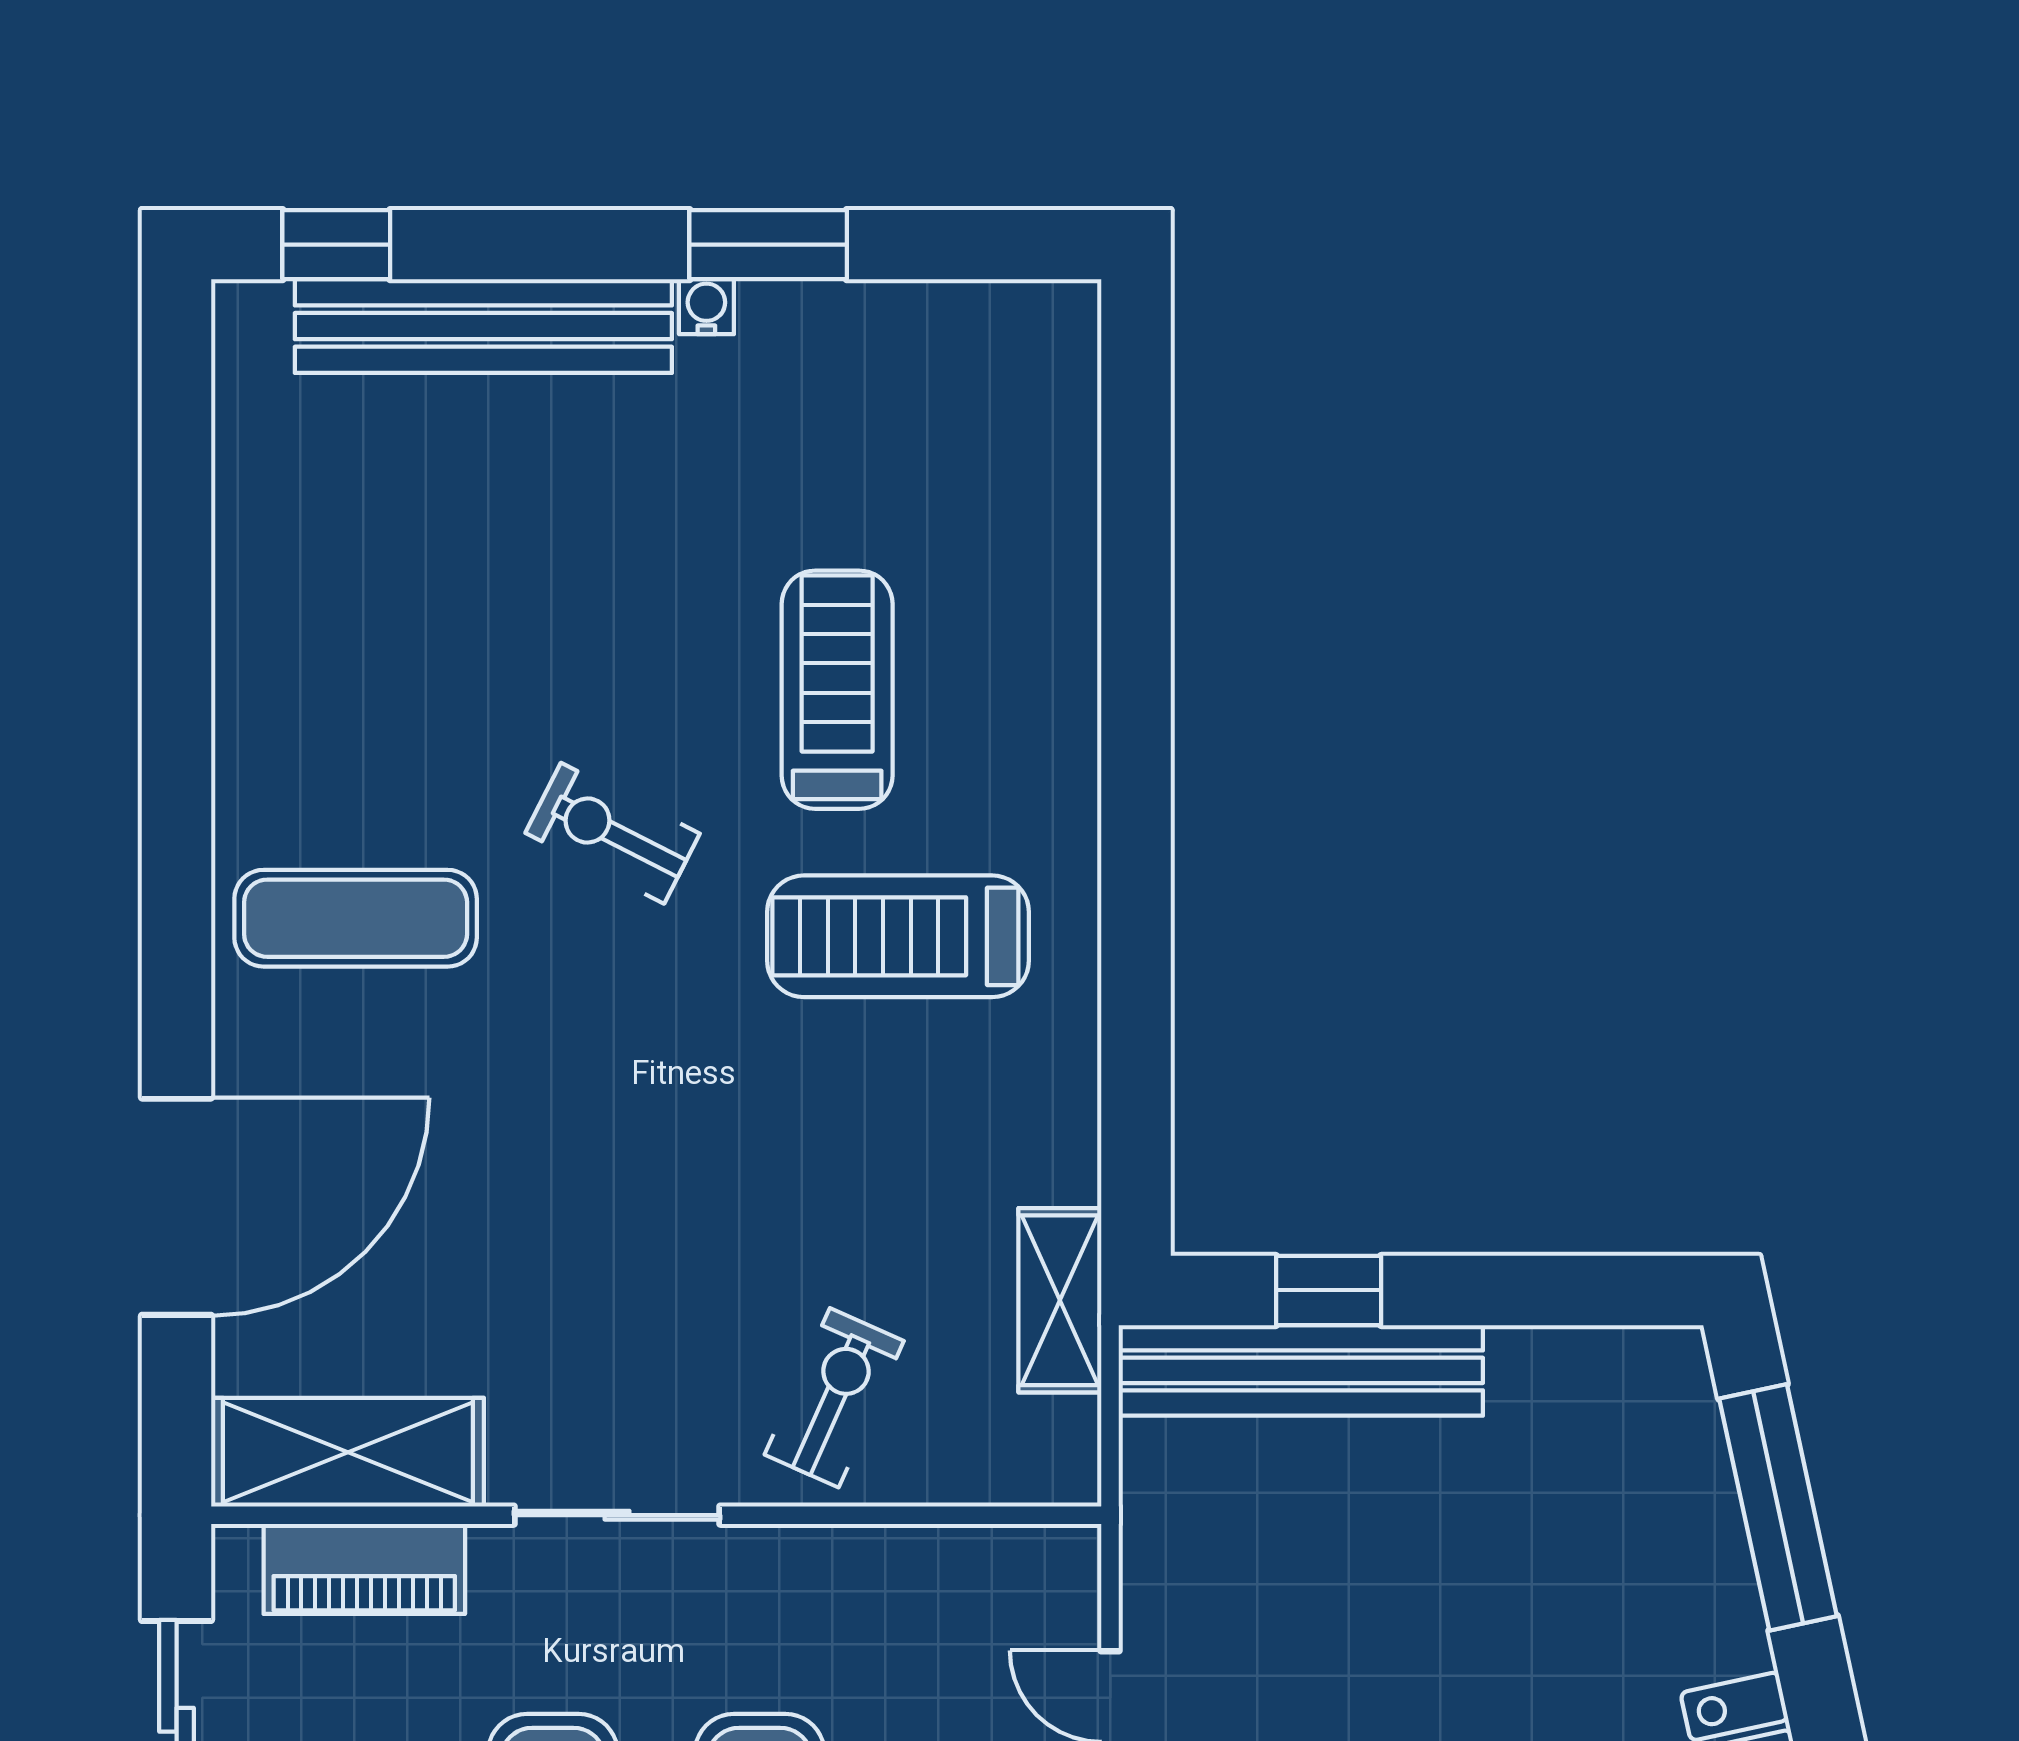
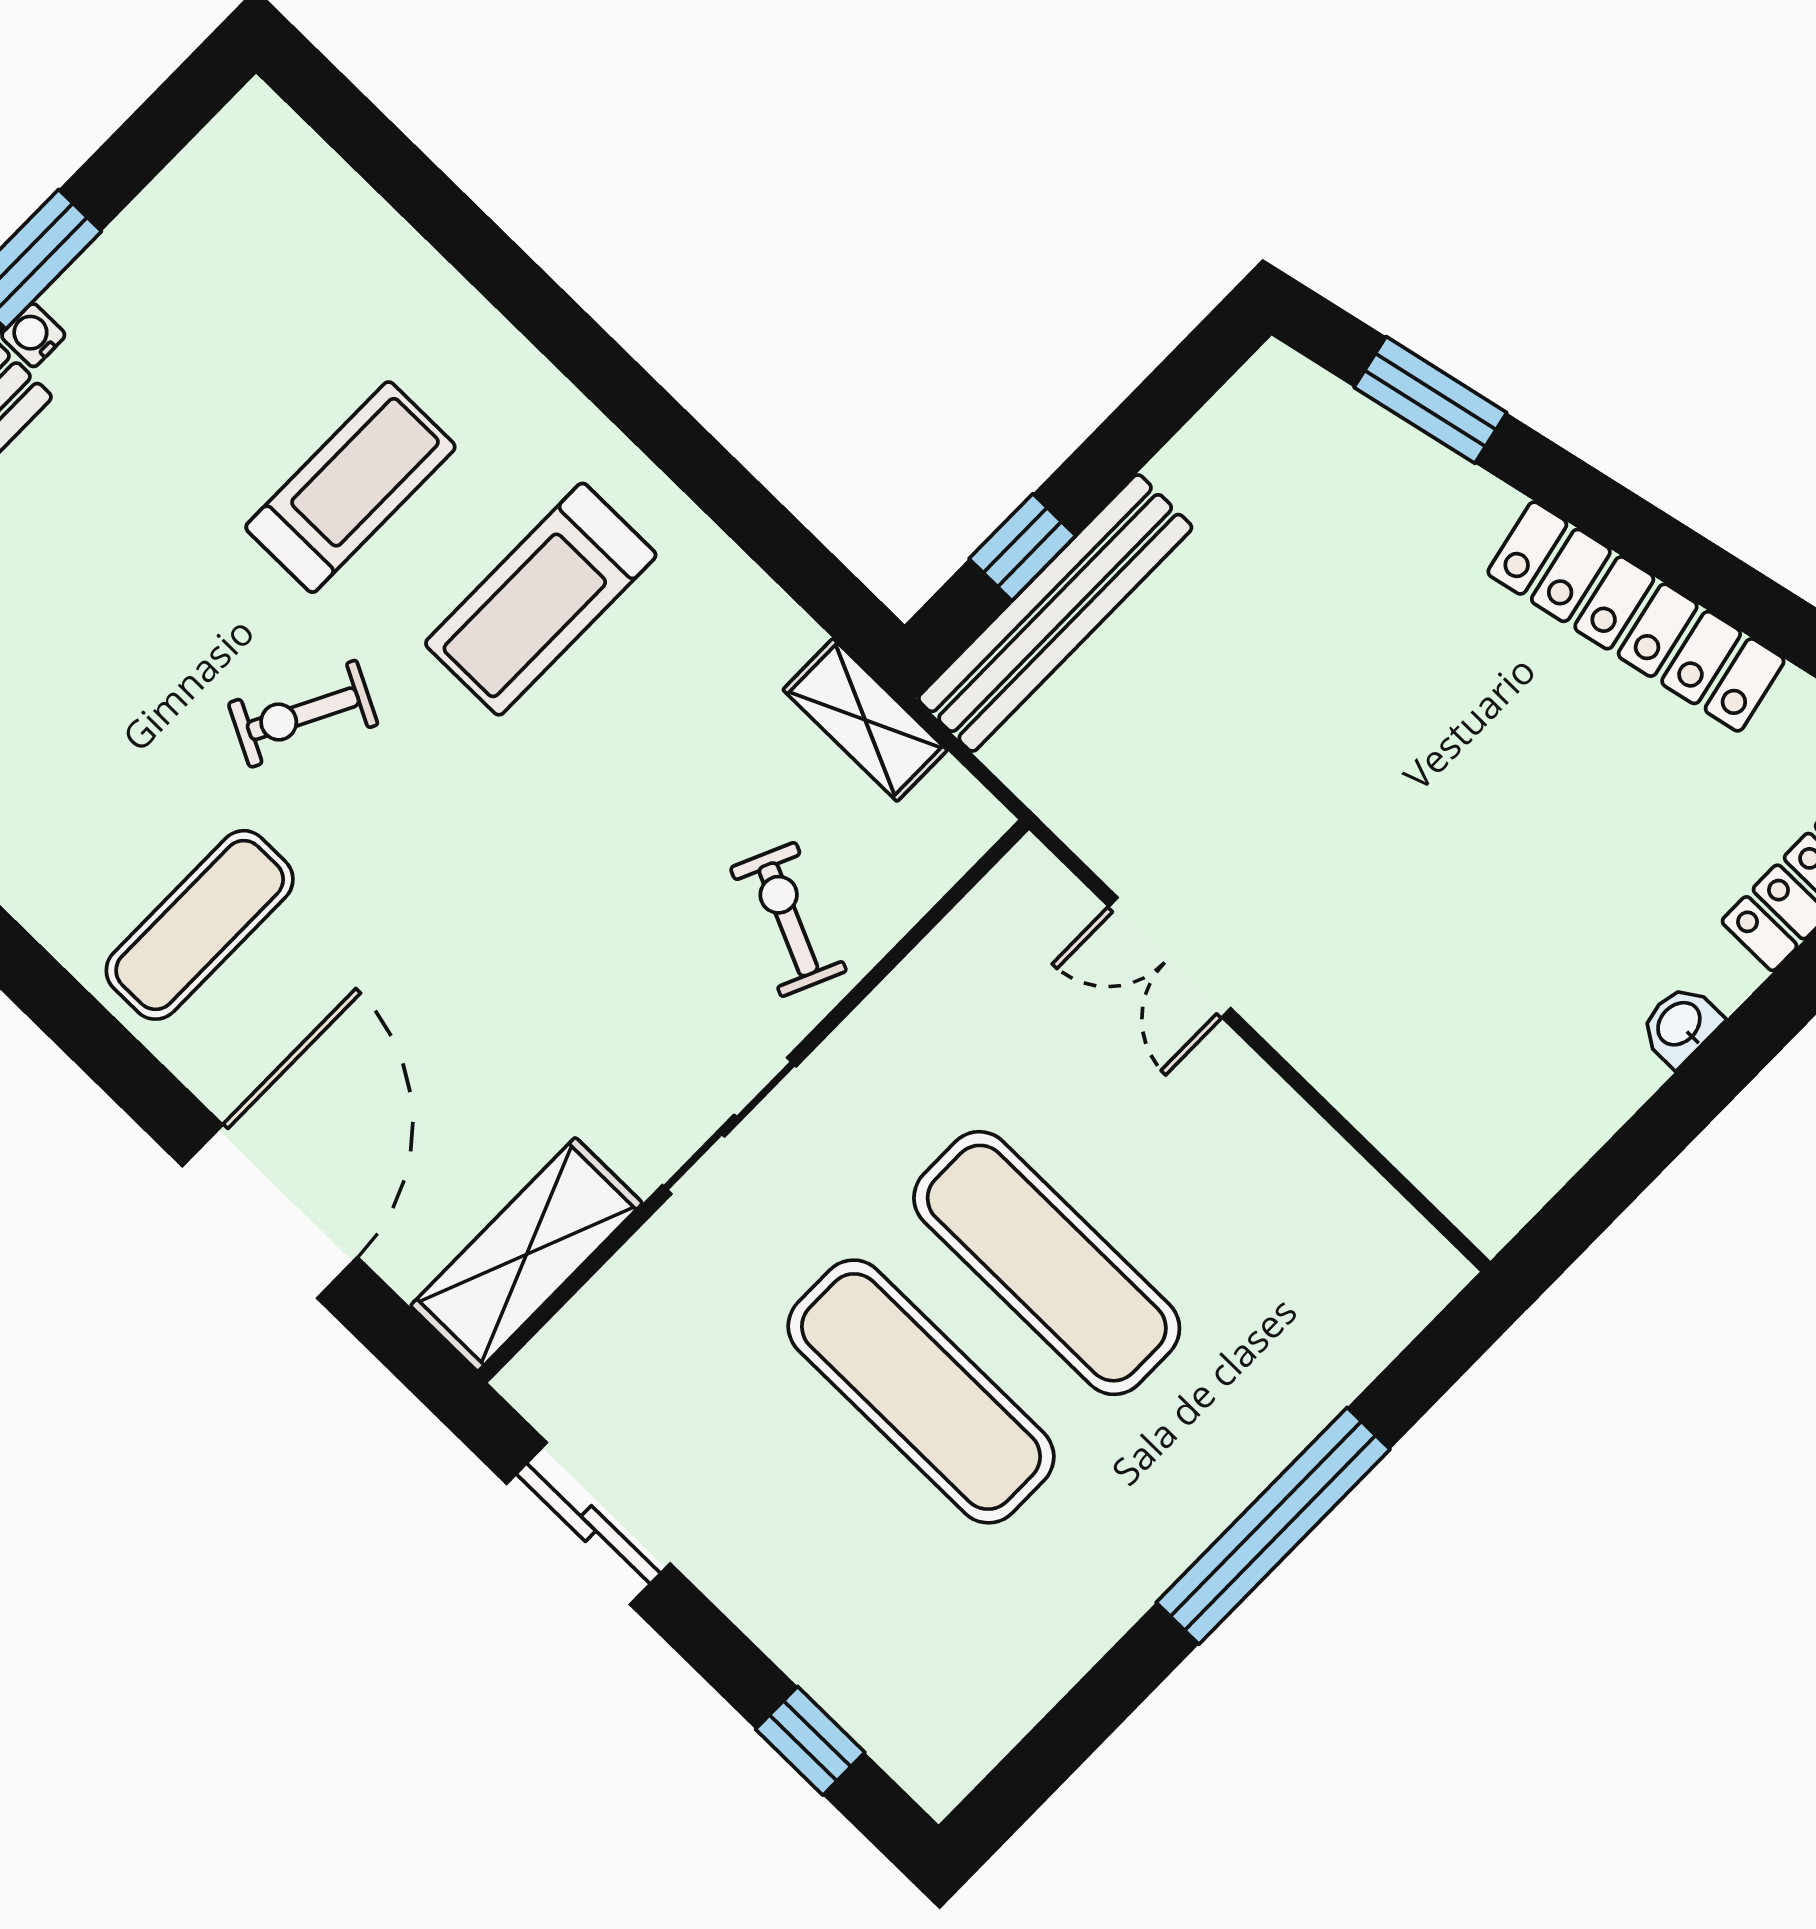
treadmill: (837, 690) -> (350, 487), turned 90
window: (1778, 1507) -> (1430, 400), width x0.69
piano: (364, 1569) -> (609, 1315), removed

